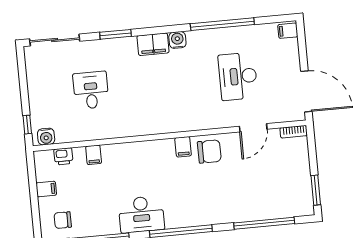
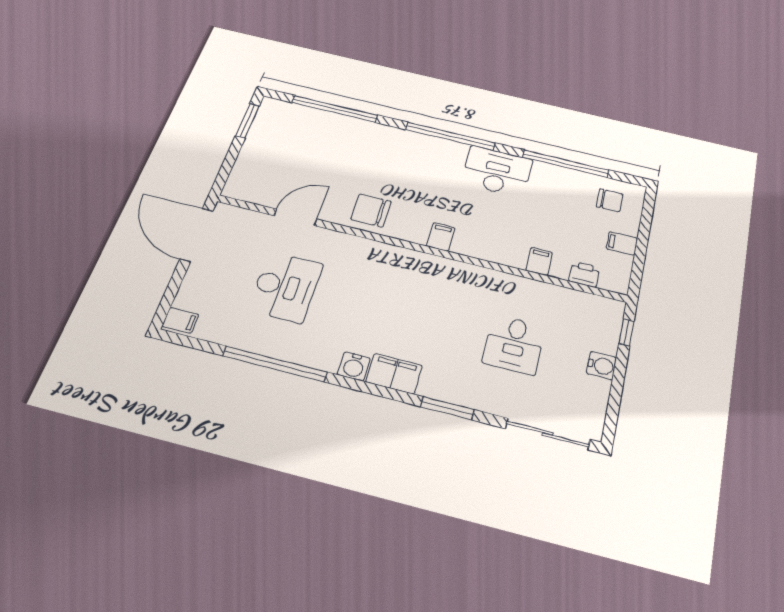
bookcase: (294, 132) -> (241, 194), removed
water cooler: (46, 137) -> (602, 366), moved, turned 90
filing cabinet: (183, 147) -> (441, 237), moved

